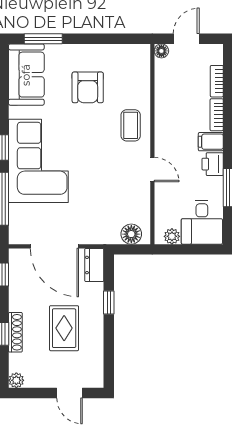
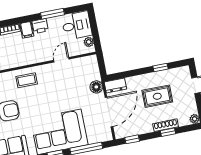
door: (152, 170) -> (61, 60), moved
floor lamp: (131, 234) -> (96, 87), moved
window: (109, 303) -> (160, 67), moved

